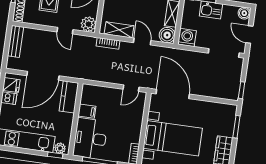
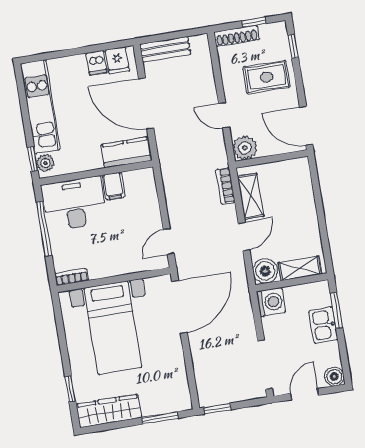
door: (65, 31) -> (224, 115), hinge flipped
bench: (16, 41) -> (165, 49), moved
door: (131, 88) -> (169, 242), hinge flipped

